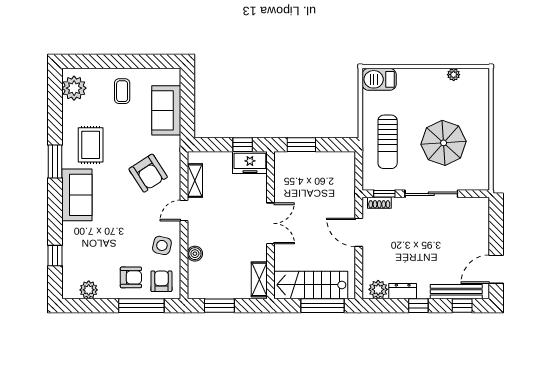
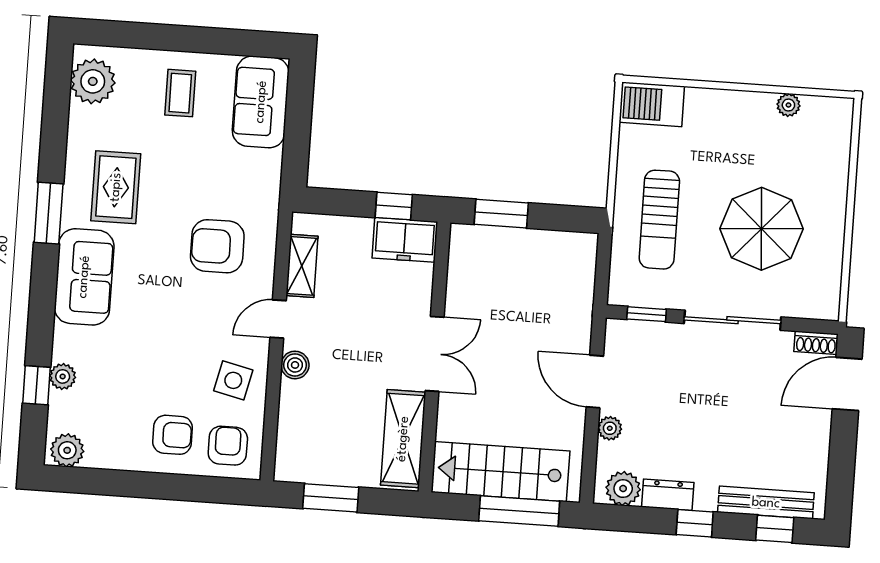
sofa: (166, 110) -> (261, 102), moved
armchair: (148, 173) -> (217, 246), turned 123
shoe rack: (379, 203) -> (816, 343), moved
plant: (69, 250) -> (63, 376), added
boiler: (195, 254) -> (295, 365), moved
plant: (369, 257) -> (610, 428), added
door: (496, 269) -> (847, 384), moved
shelving: (259, 279) -> (403, 439), width x1.50, depth x1.33
plant: (89, 290) -> (67, 450), moved
window: (141, 306) -> (188, 488), removed

